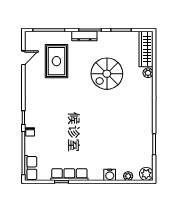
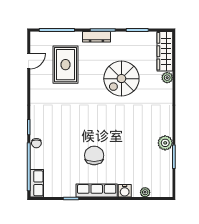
chair: (82, 143) -> (94, 155), added
plant: (146, 174) -> (165, 143), moved
row of seats: (69, 175) -> (97, 191), moved

